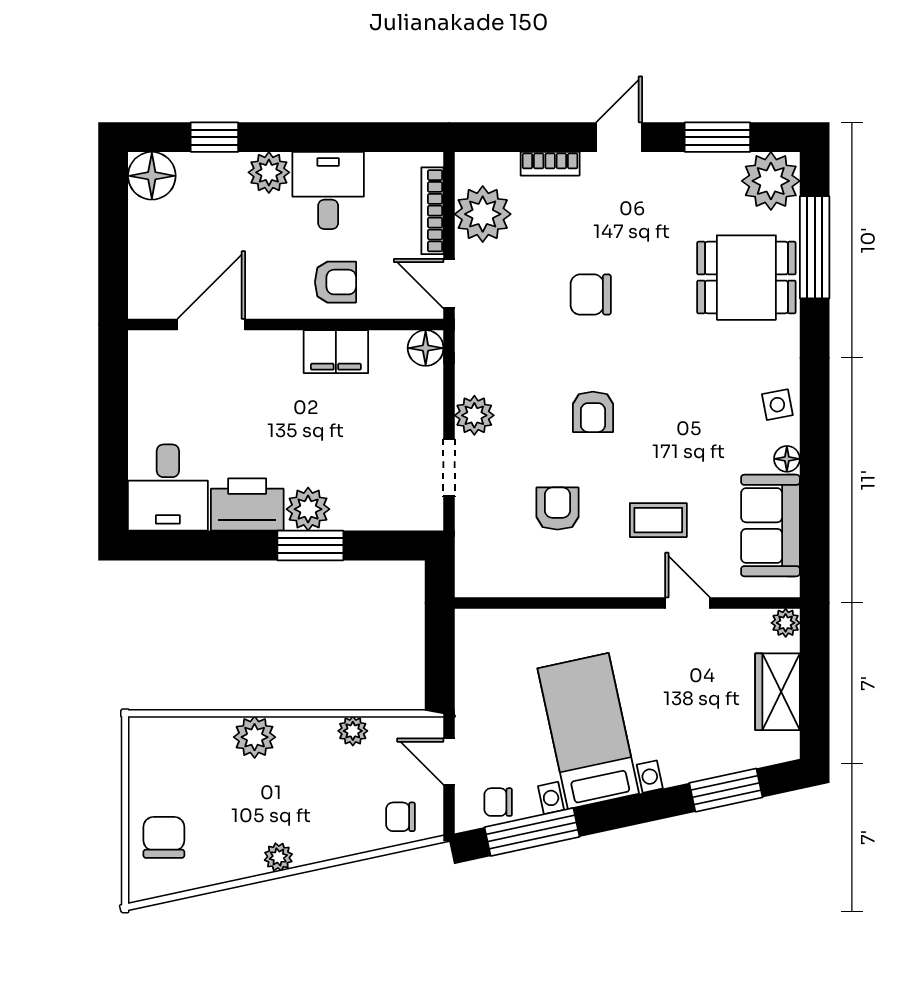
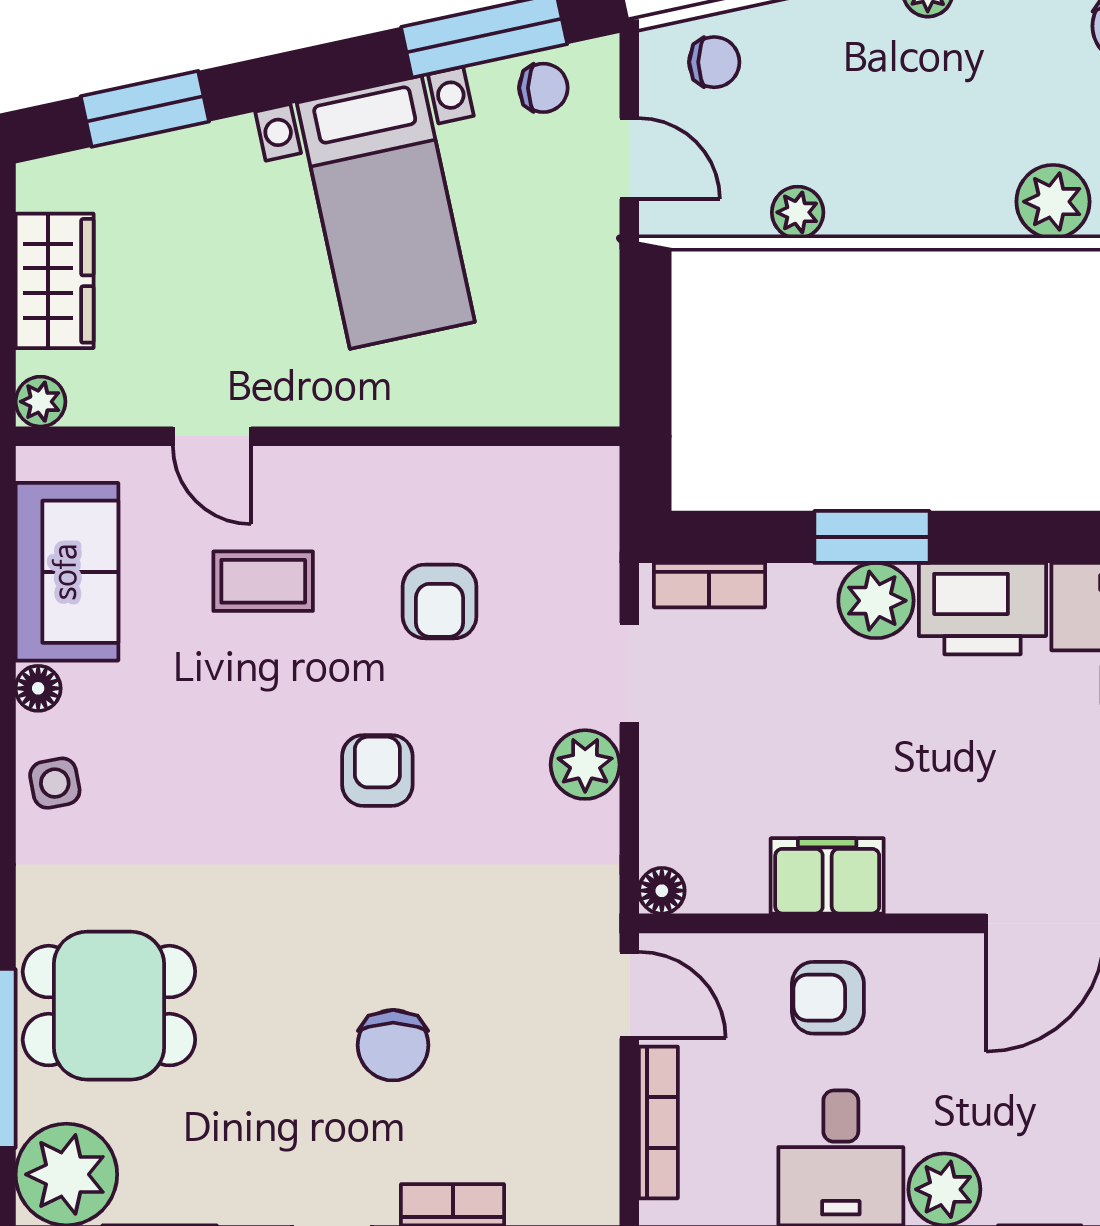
plant: (483, 214) -> (570, 1117), removed
chair: (591, 295) -> (393, 1045), moved, turned 90
floor lamp: (426, 348) -> (662, 891), width x0.73, depth x0.73
bookcase: (403, 518) -> (709, 585), added
plant: (255, 737) -> (1053, 202), moved

